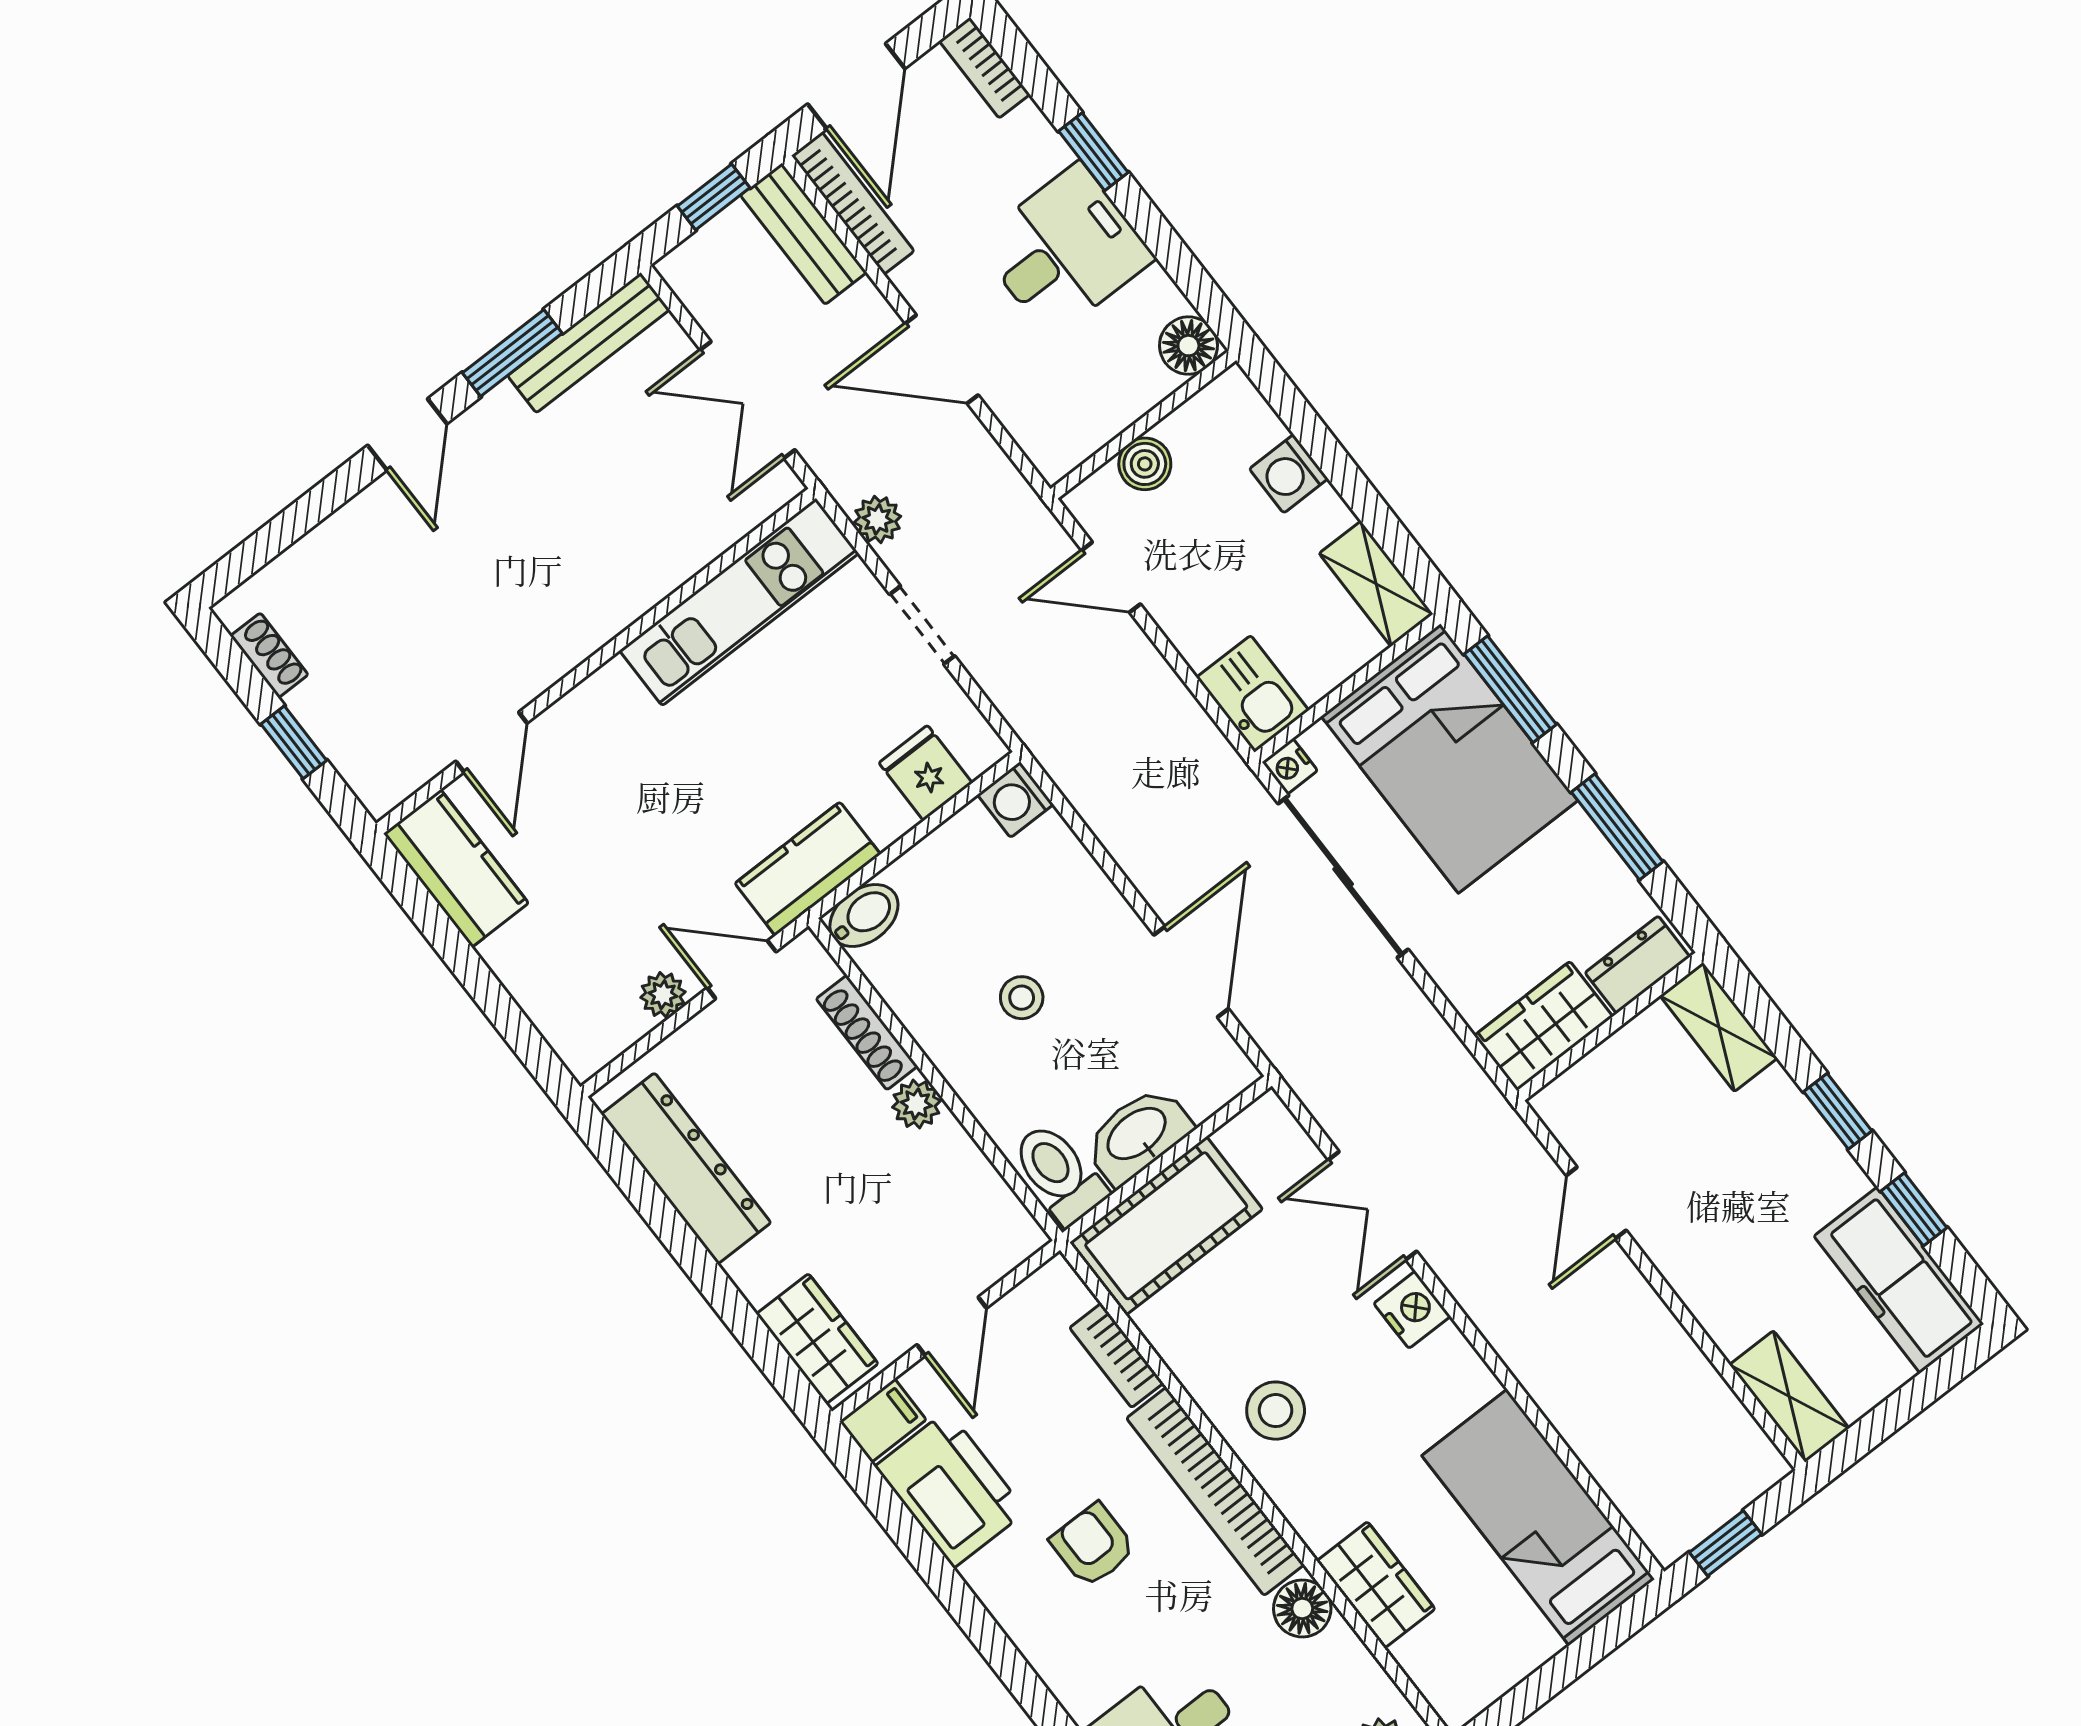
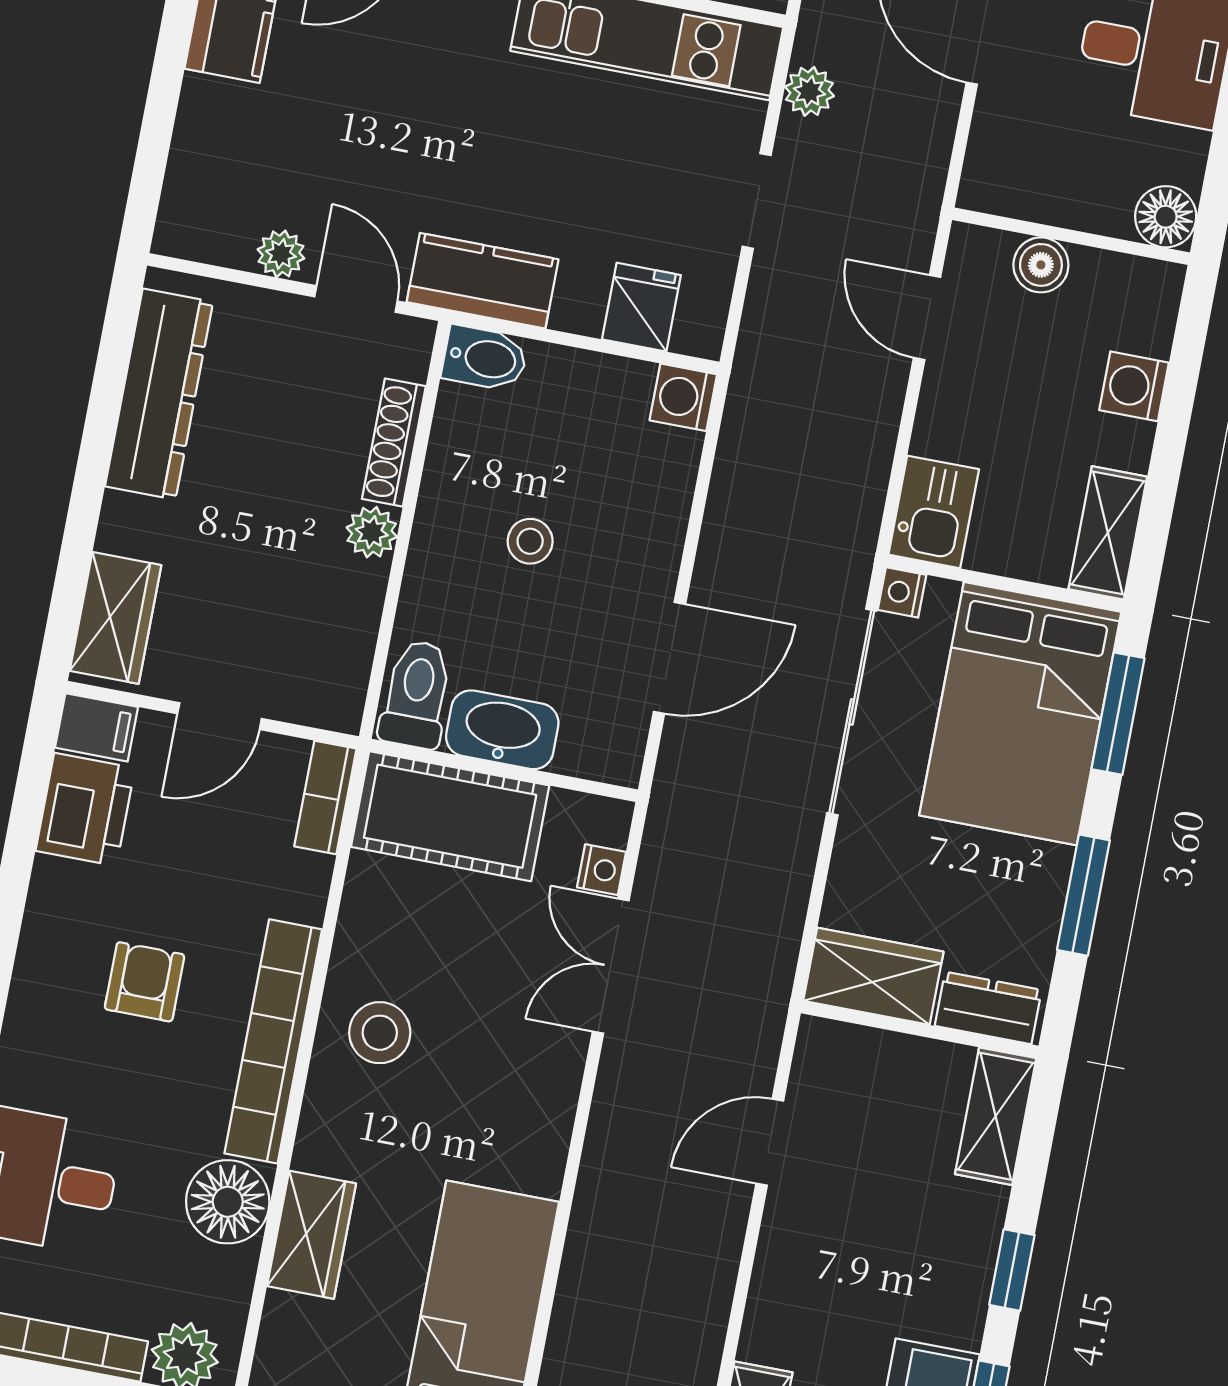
nightstand: (1412, 1310) -> (601, 870), moved, width x0.72, depth x0.74
bookcase: (1116, 1355) -> (325, 798), moved
printer: (951, 1489) -> (85, 809), width x0.73, depth x0.84
floor lamp: (1302, 1608) -> (228, 1202), width x1.38, depth x1.38

